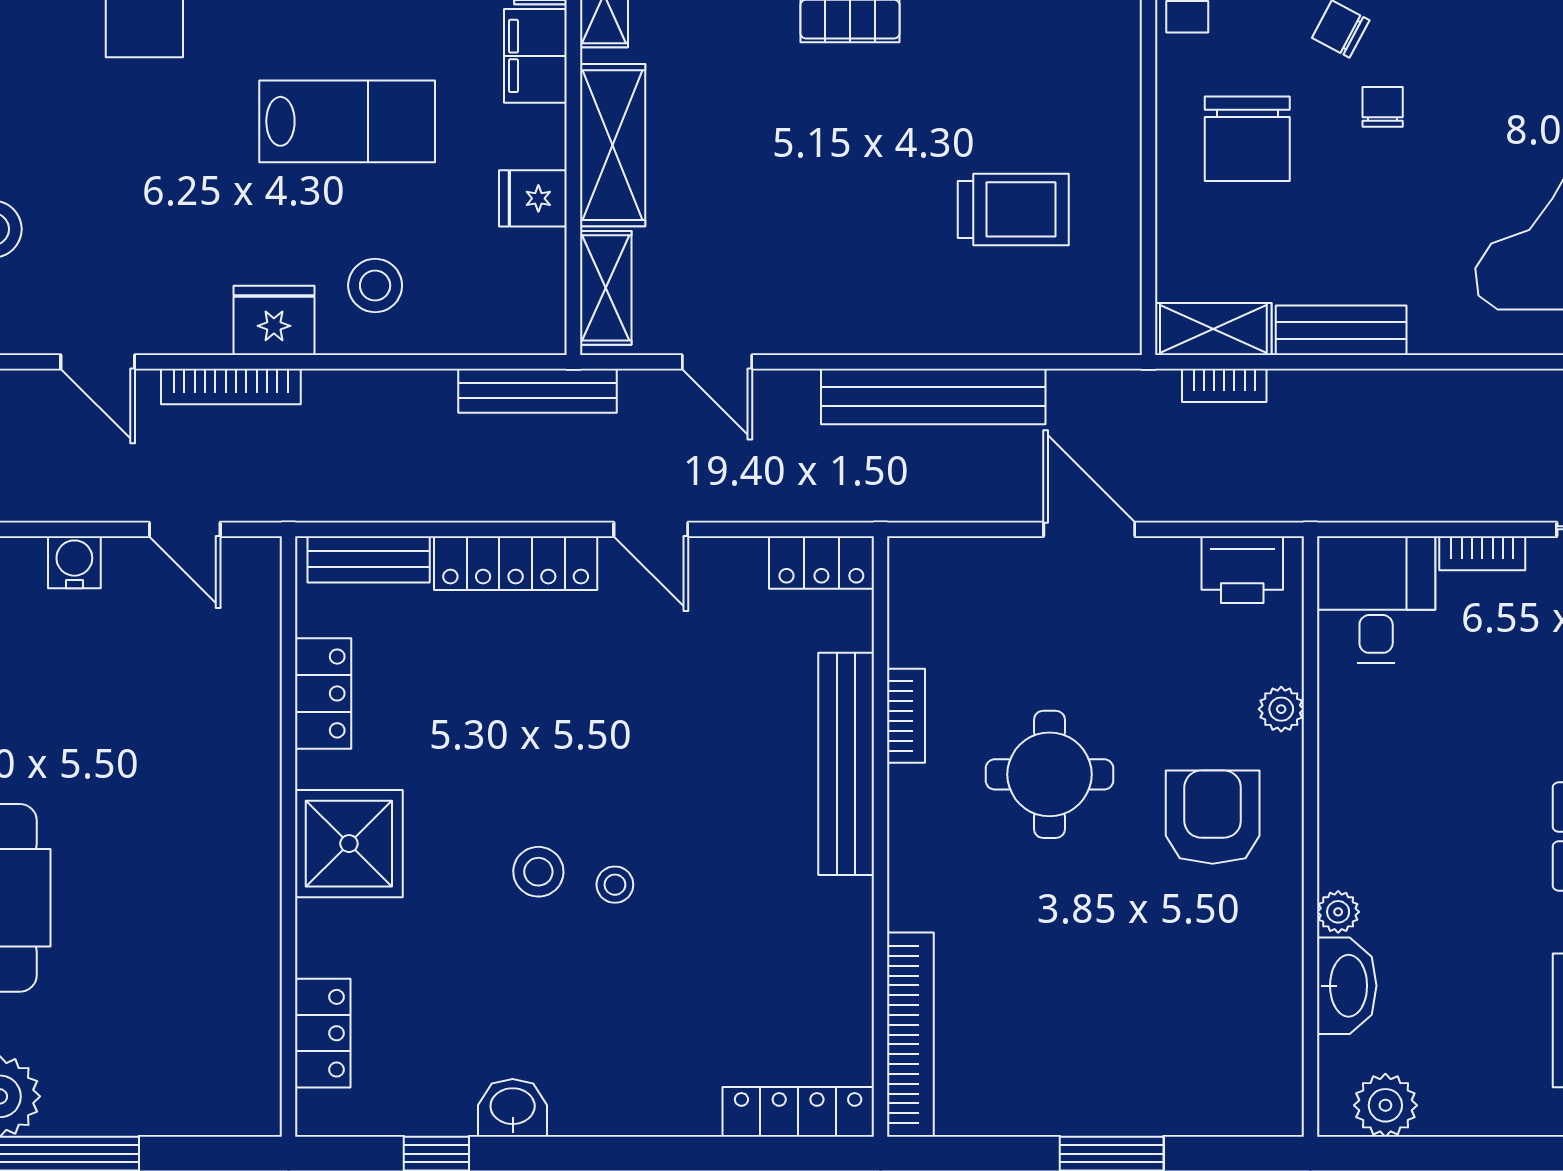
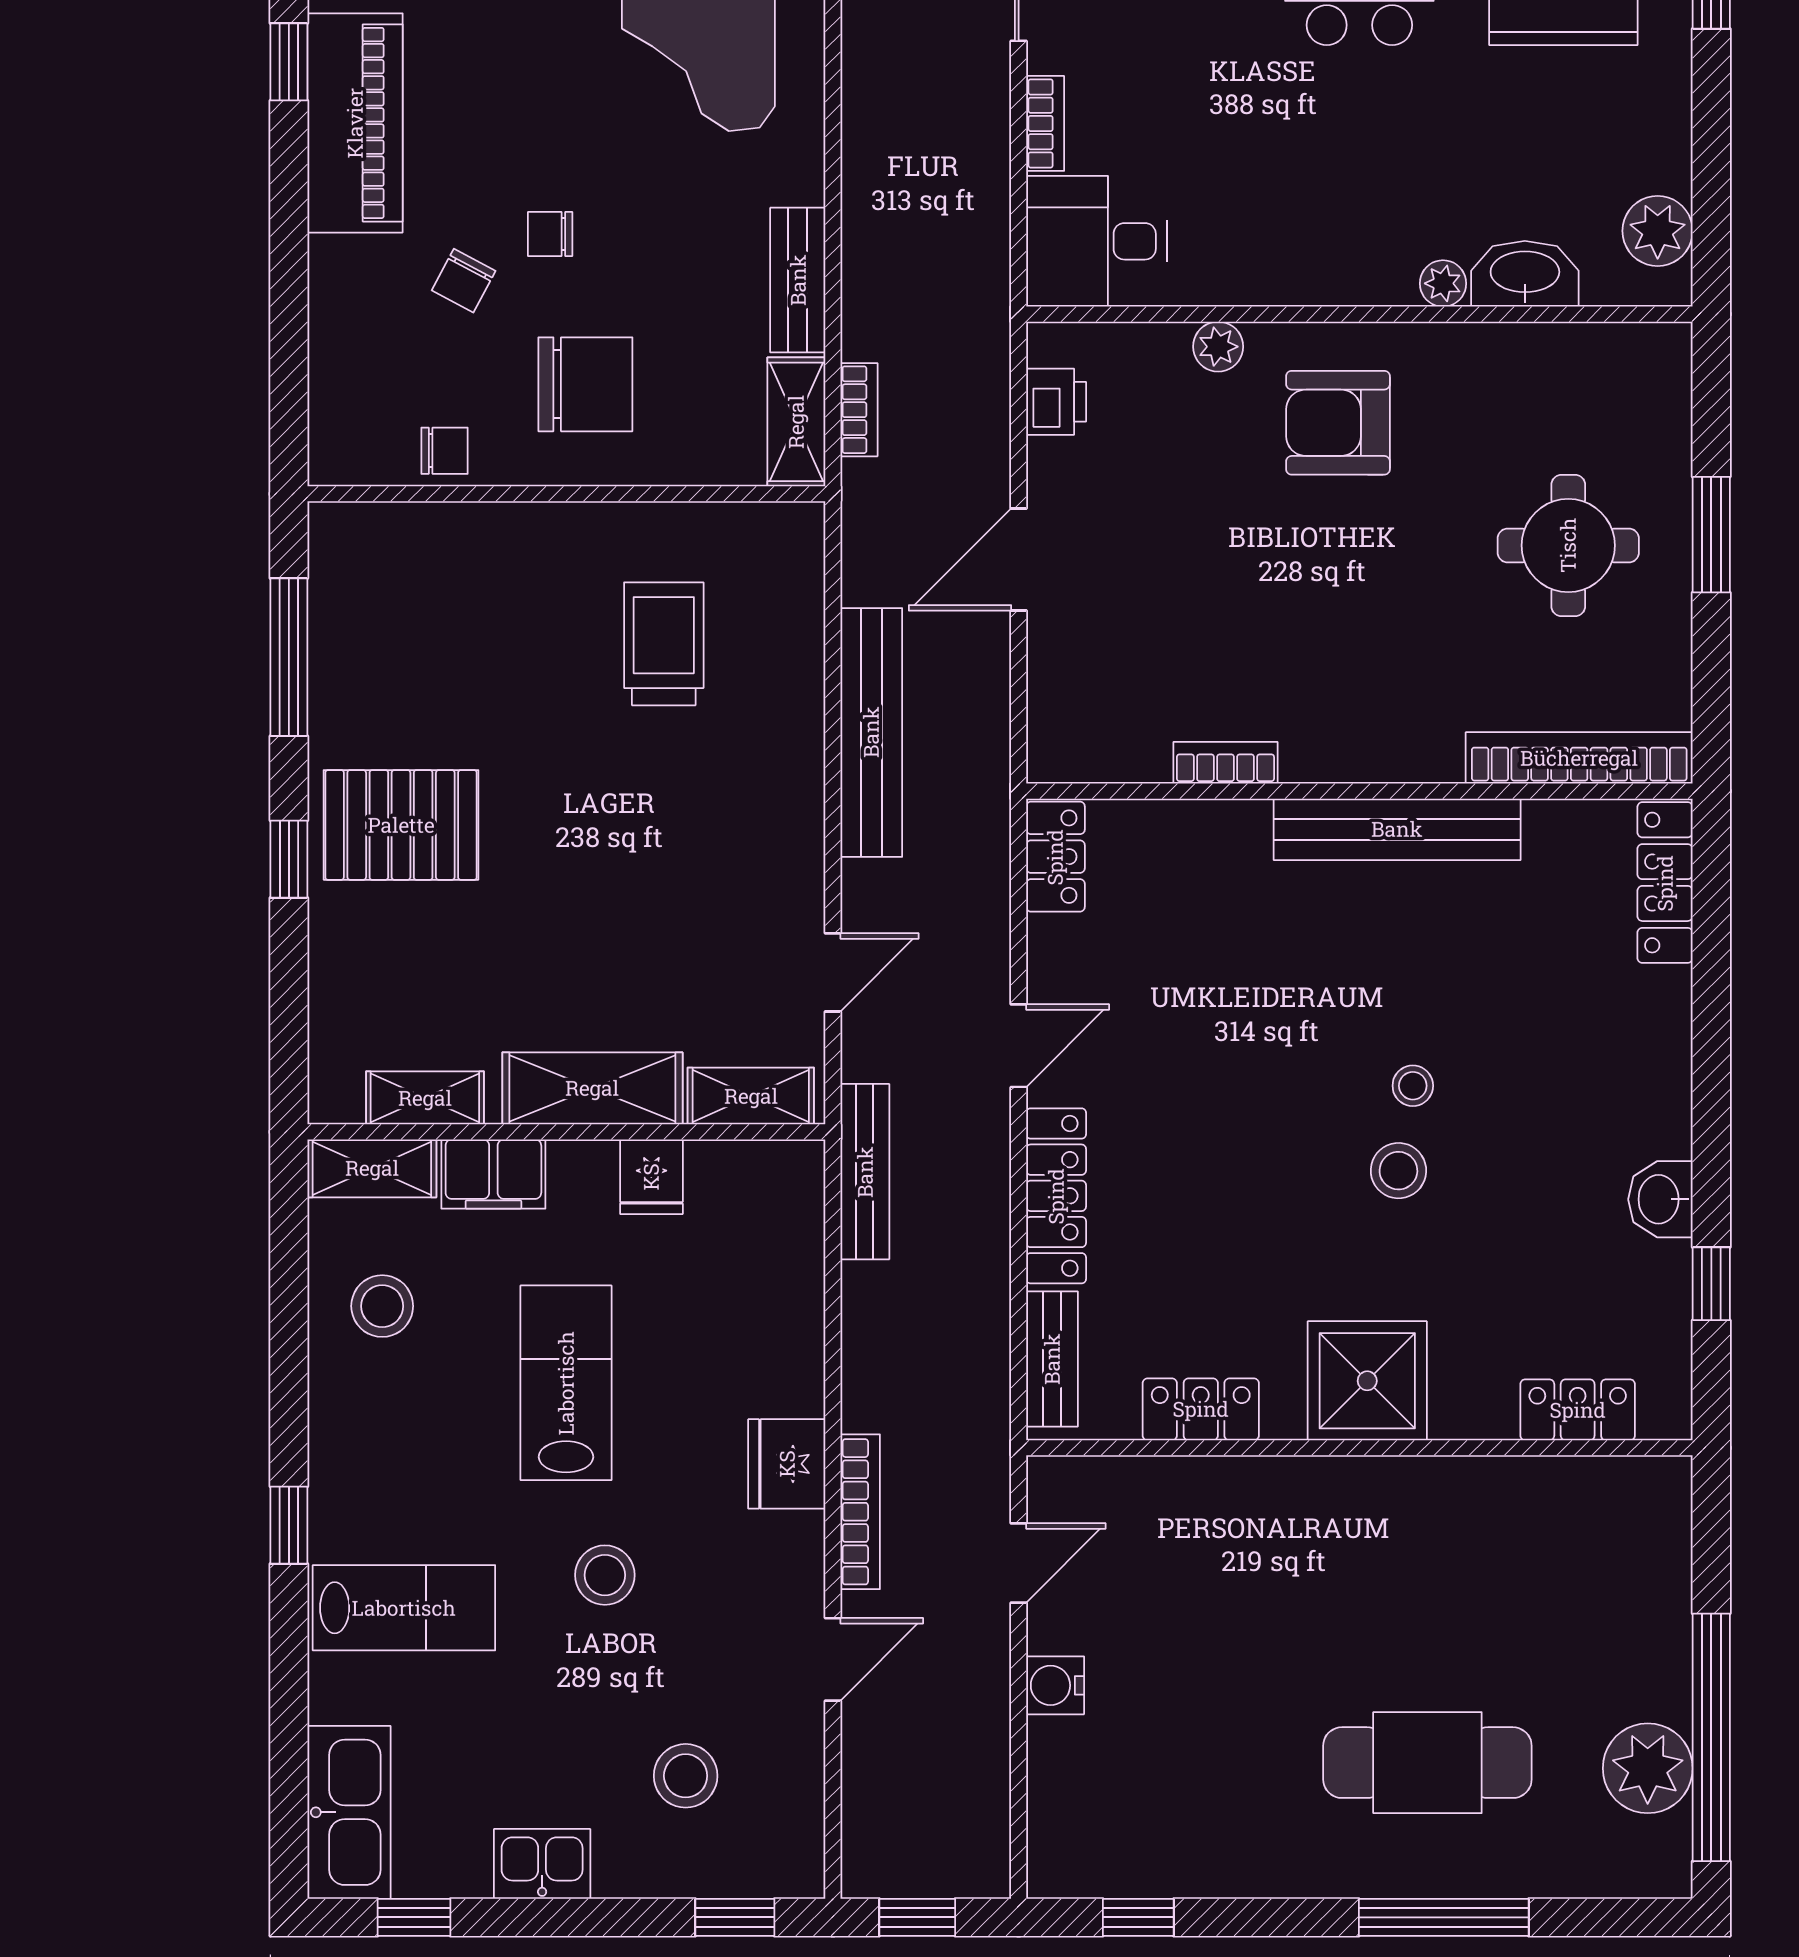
stool: (375, 286) -> (605, 1575), moved
printer: (1242, 570) -> (1056, 402), width x0.73, depth x0.81
bench: (846, 764) -> (1397, 829), moved
round table: (1049, 774) -> (1568, 545), moved

